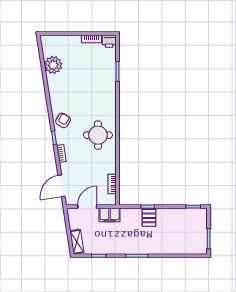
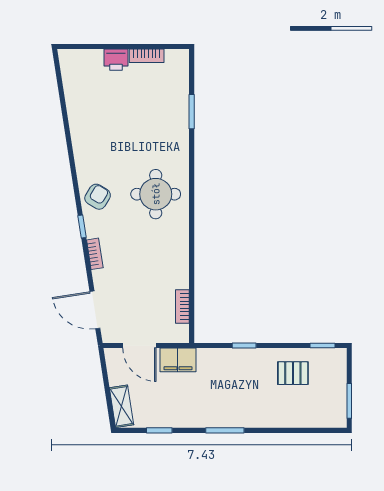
printer: (109, 41) -> (116, 60), moved
plant: (53, 65) -> (81, 101), removed
round table: (98, 135) -> (156, 194), moved
door: (61, 186) -> (95, 310), hinge flipped
door: (87, 207) -> (139, 346), swing flipped
pallet: (149, 218) -> (293, 373), moved, turned 90

